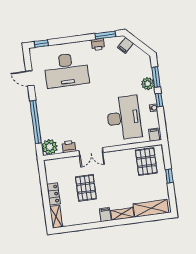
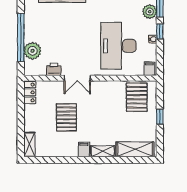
desk: (124, 118) -> (118, 46), turned 180
plant: (50, 147) -> (33, 51), moved
locker: (53, 194) -> (30, 92), moved

